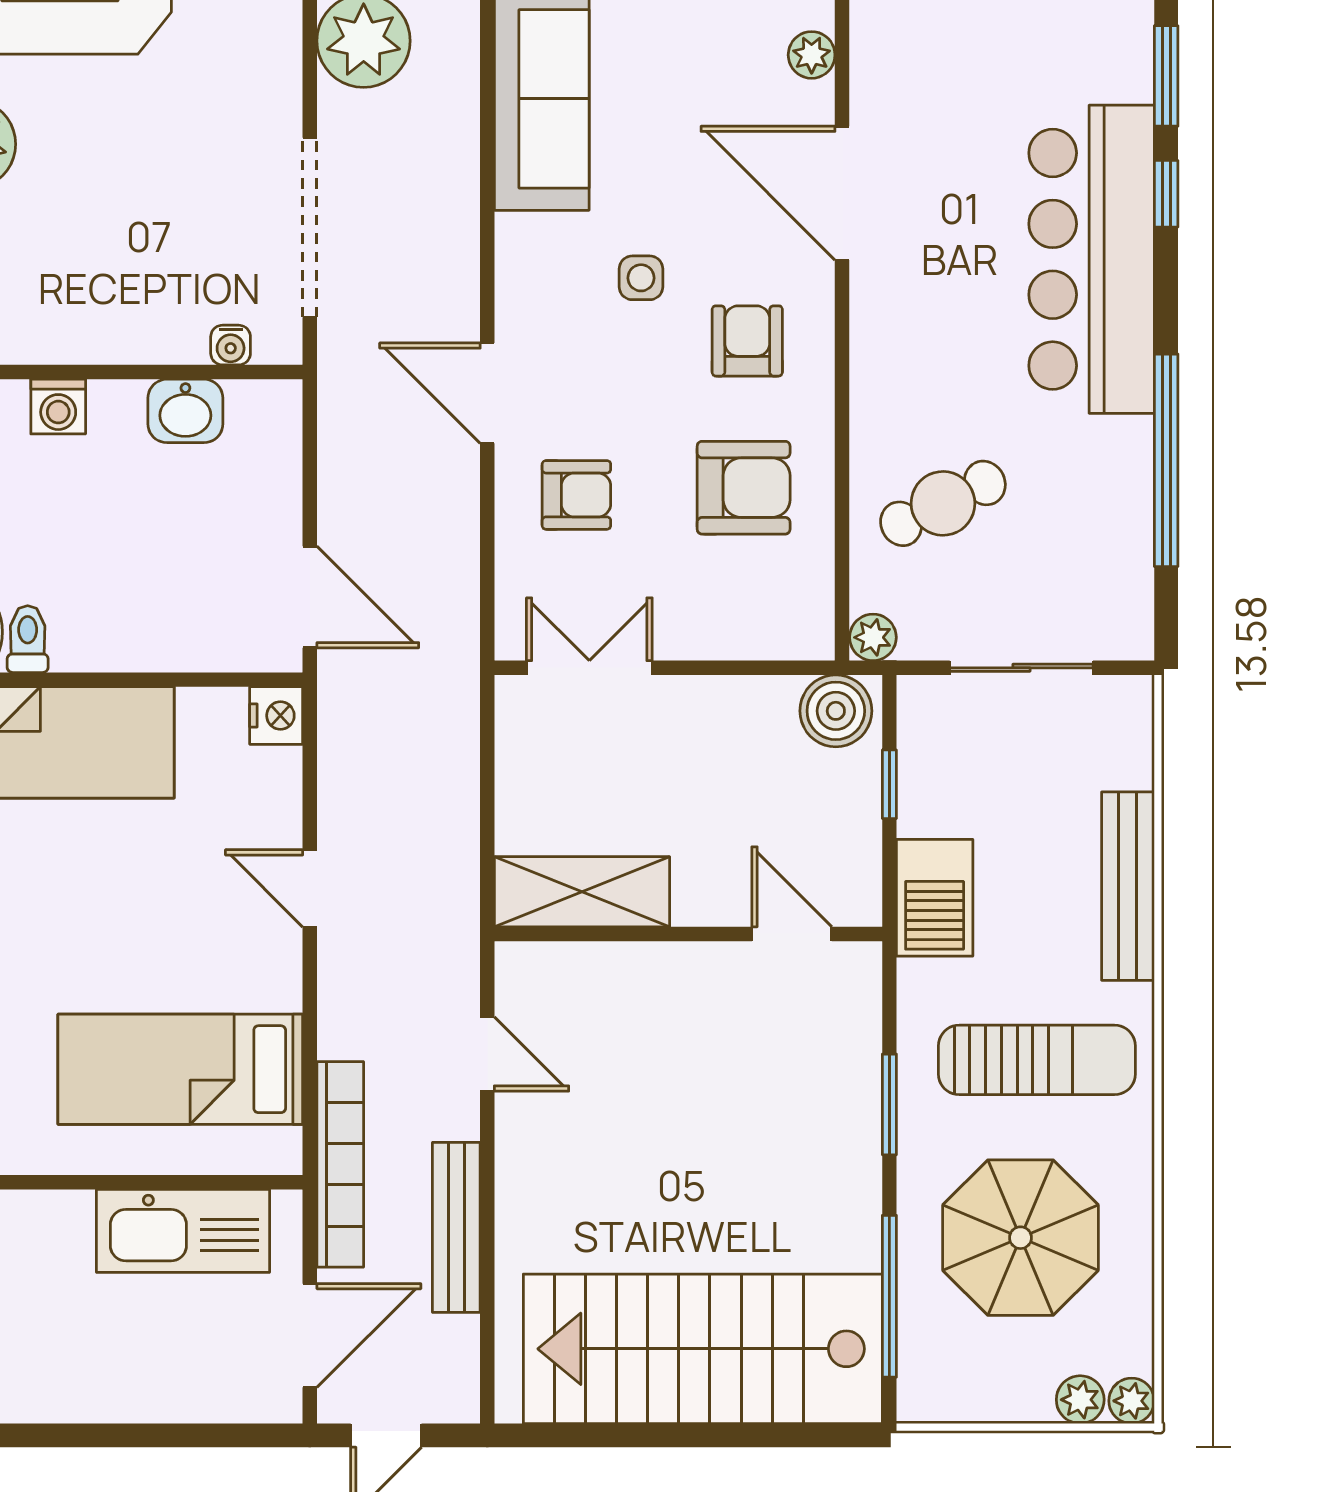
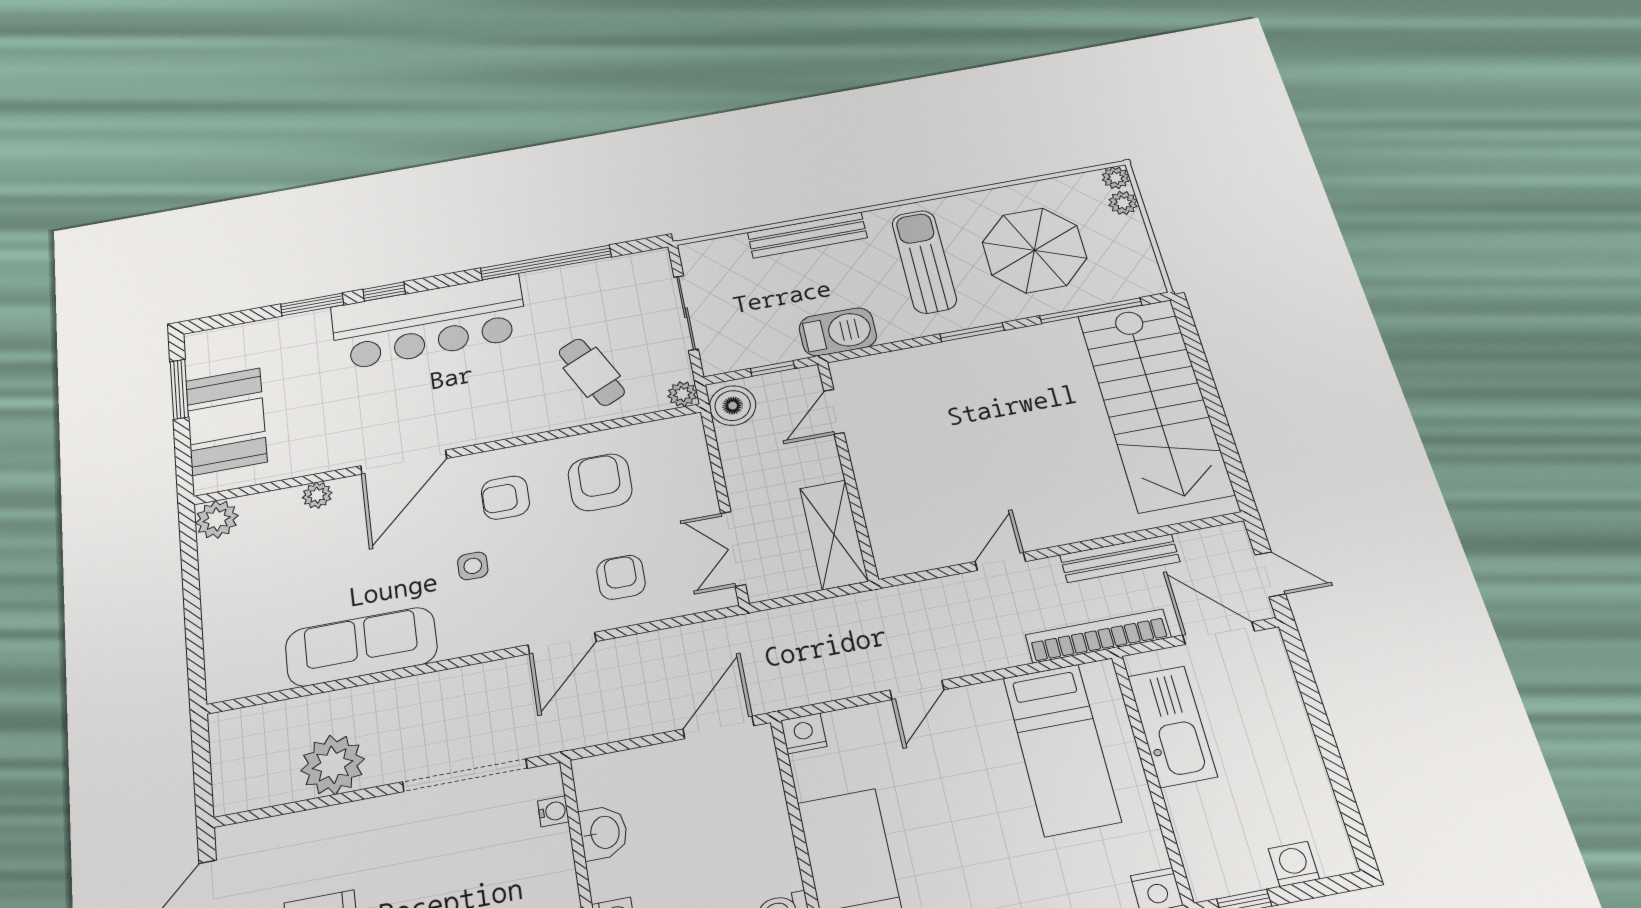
shelving: (582, 892) -> (834, 534), moved
wall: (688, 934) -> (847, 469), moved
door: (792, 934) -> (834, 412), moved

